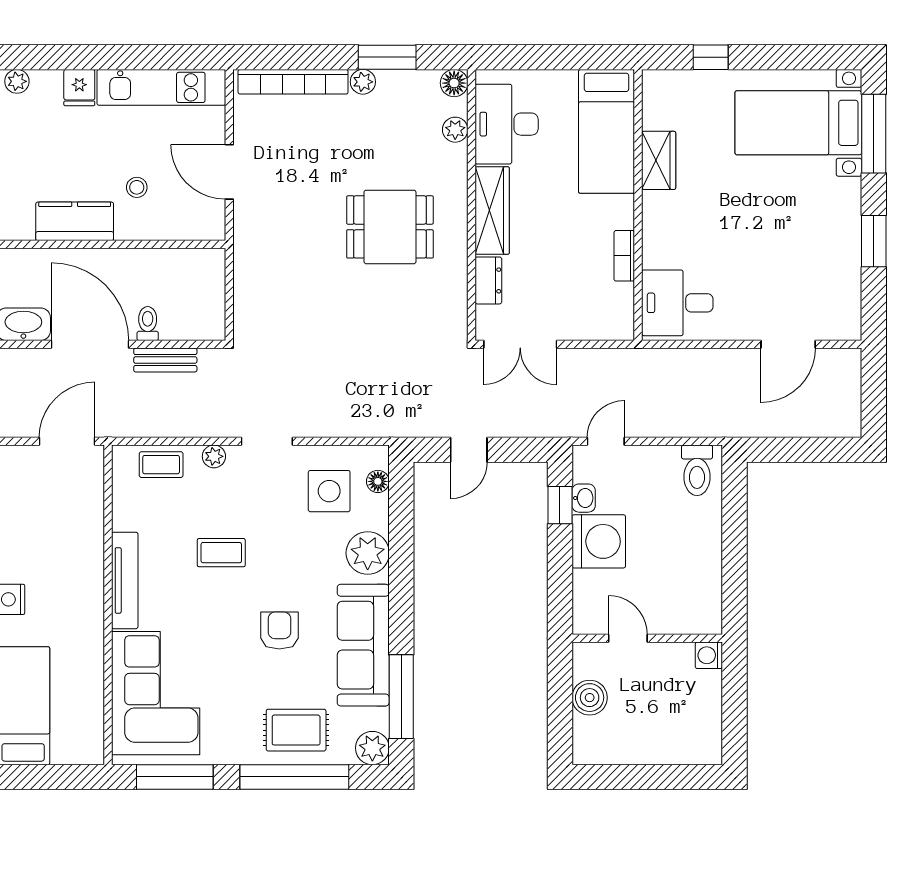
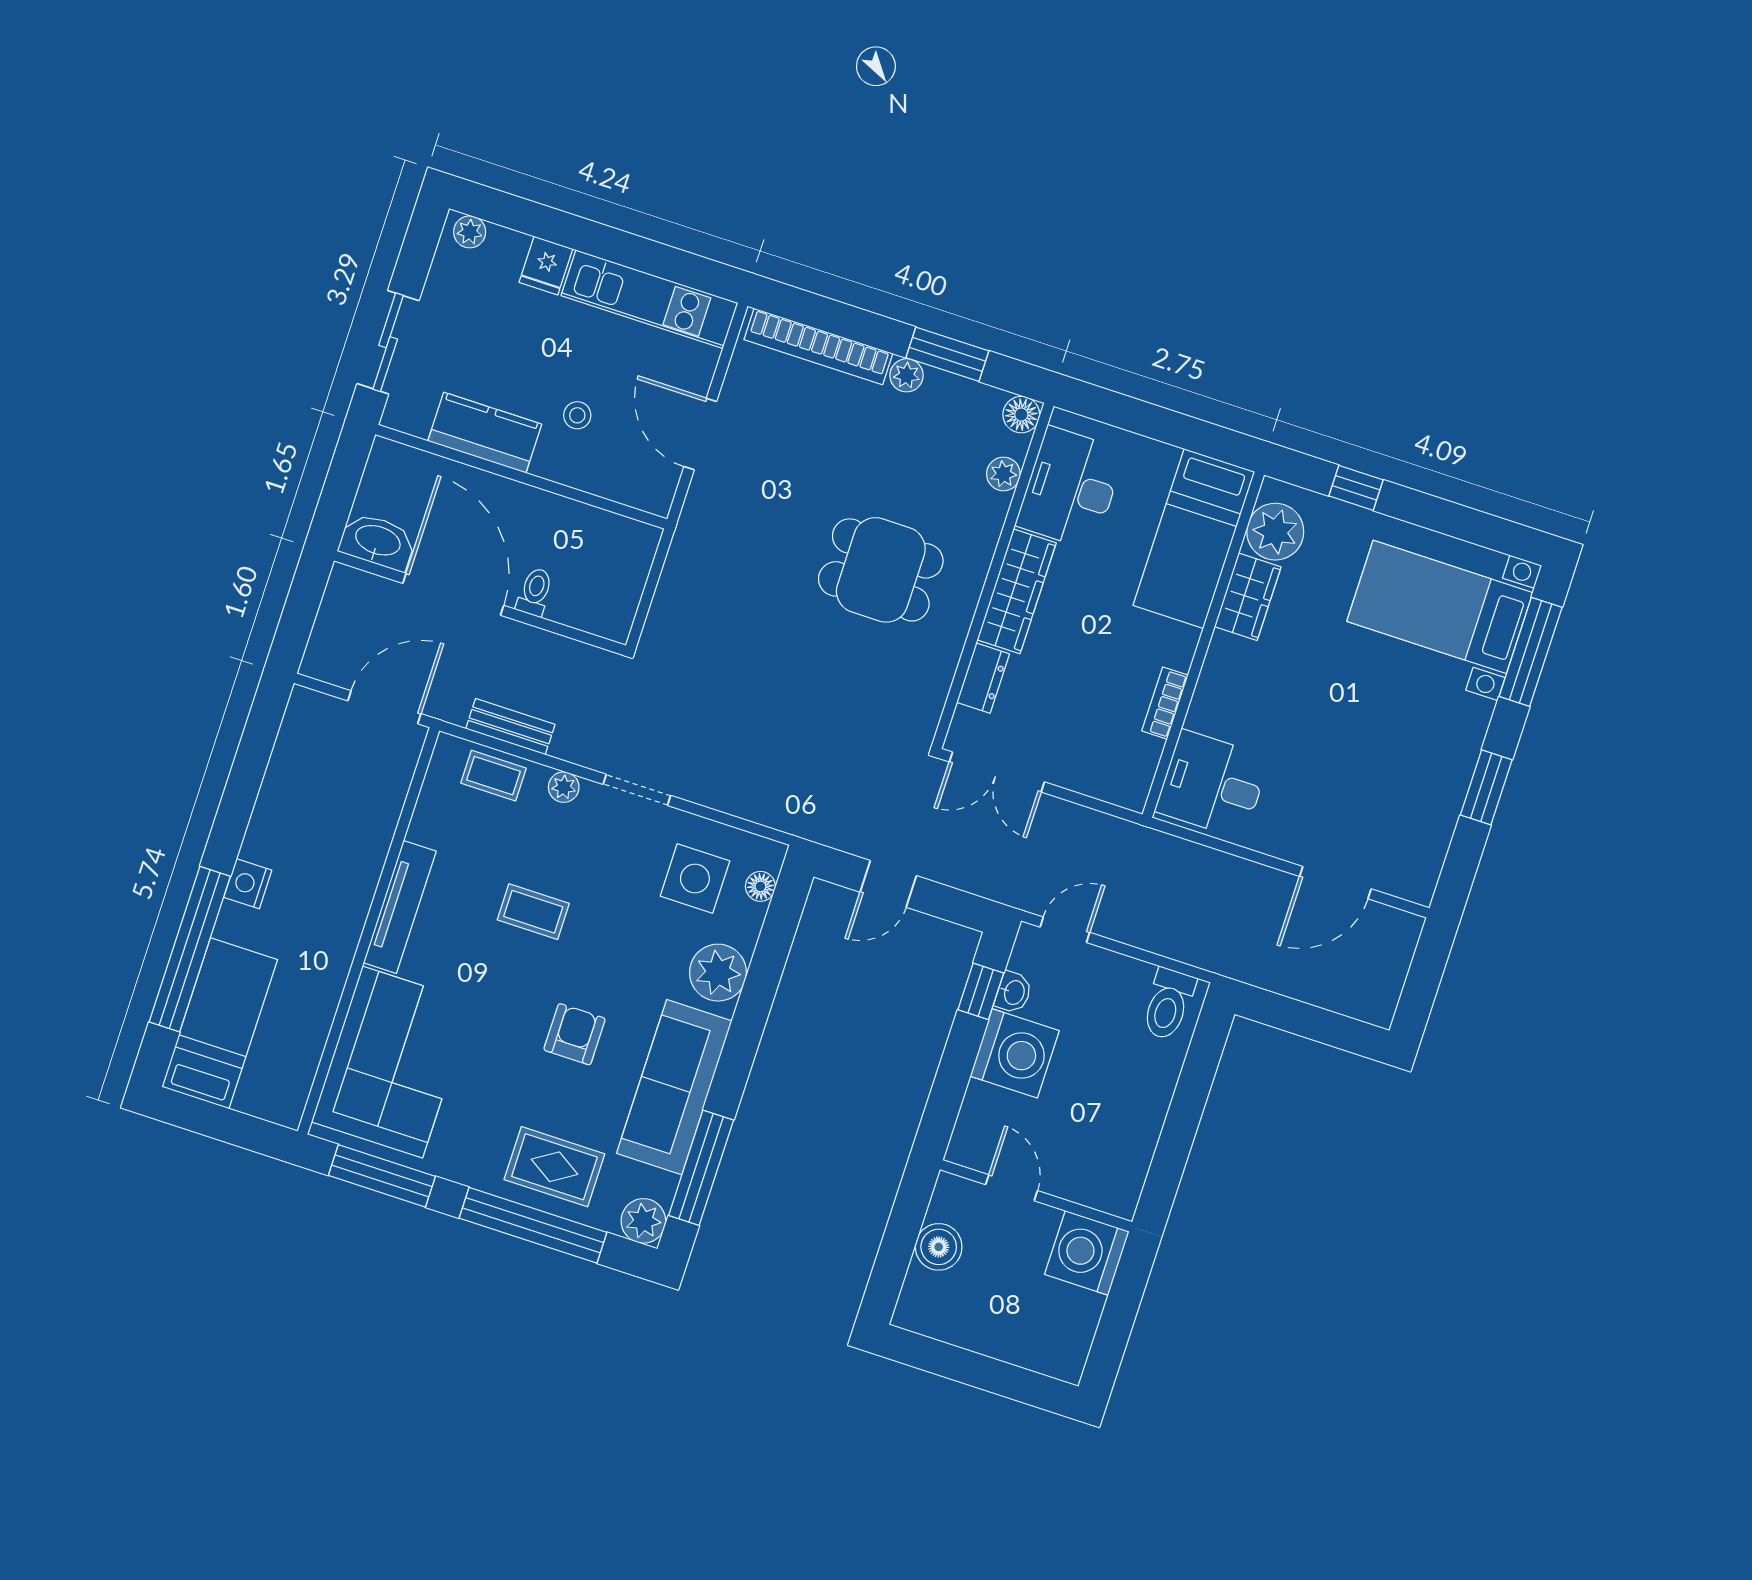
plant: (663, 107) -> (1275, 532), added
bench: (165, 360) -> (510, 727), moved
washing machine: (709, 655) -> (1087, 1253), width x1.89, depth x1.89

